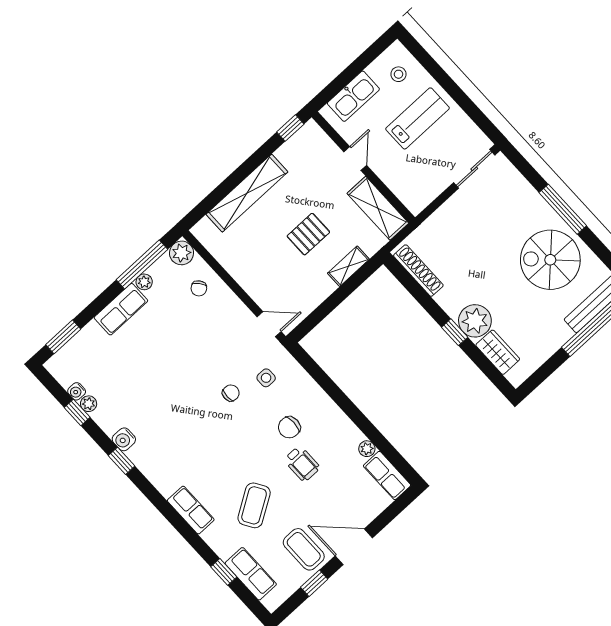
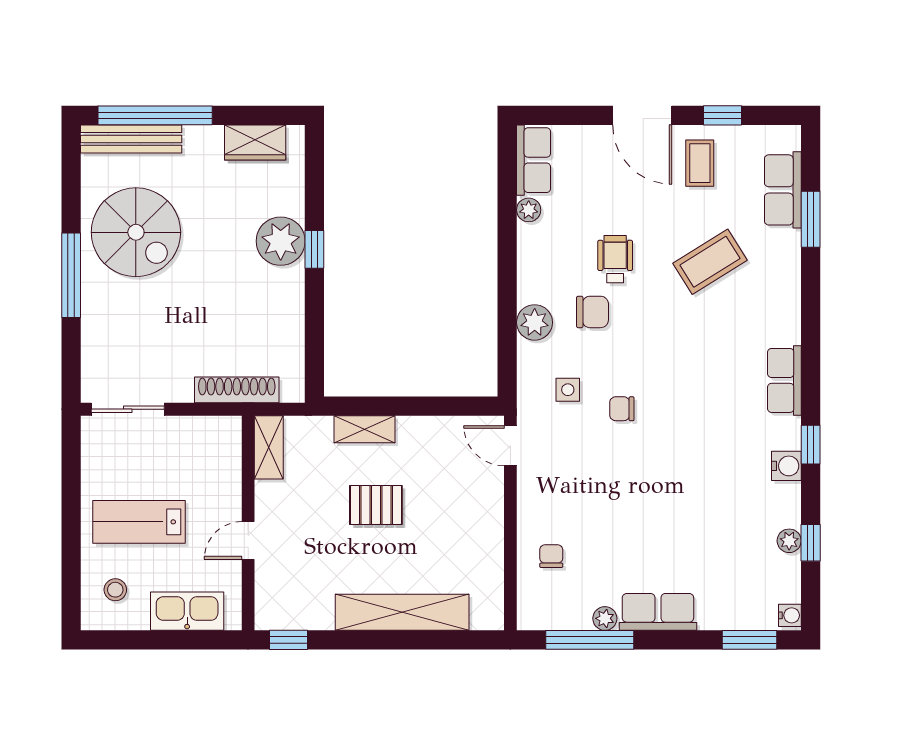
shelving: (378, 208) -> (269, 447), width x0.67, depth x0.75
plant: (182, 253) -> (535, 322), moved
shoe rack: (418, 271) -> (237, 390), moved, turned 90
chair: (199, 288) -> (551, 556), turned -51
wardrobe: (498, 352) -> (255, 143), moved, turned -90
water cooler: (77, 391) -> (790, 615), moved
row of seats: (191, 510) -> (784, 380), moved
coffee table: (304, 549) -> (700, 163), width x0.73, depth x0.77
window: (224, 572) -> (811, 219), width x1.50

